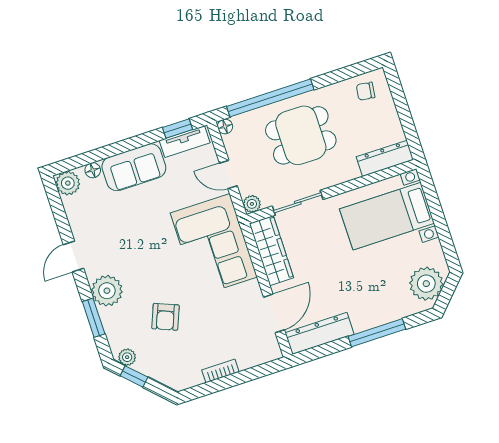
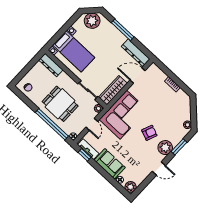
armchair: (165, 317) -> (149, 133), moved
window: (134, 376) -> (194, 118), removed

